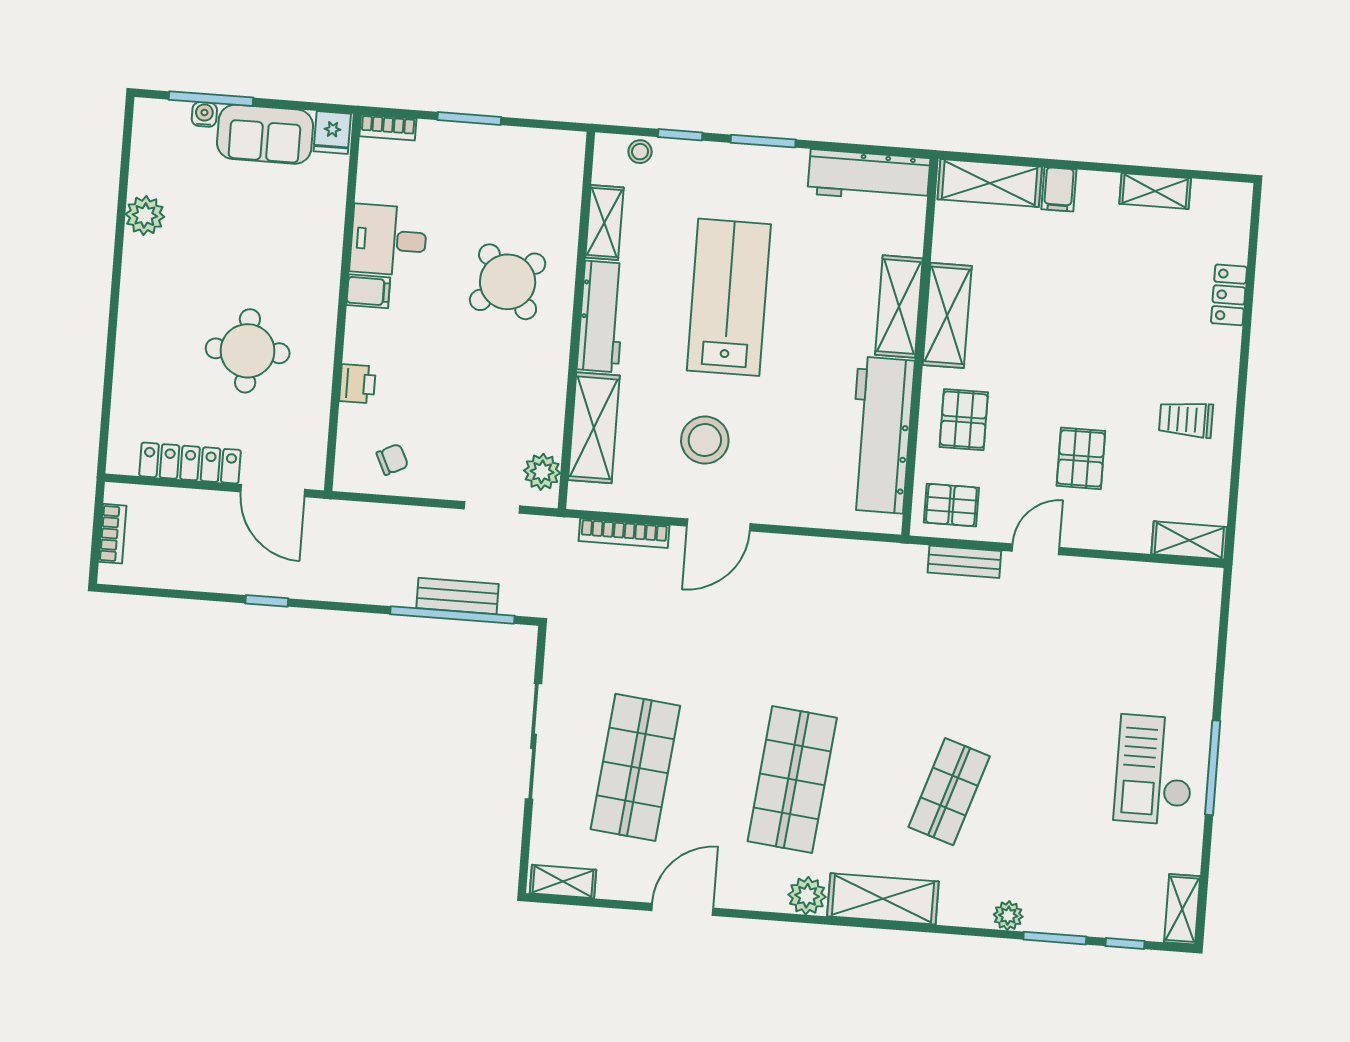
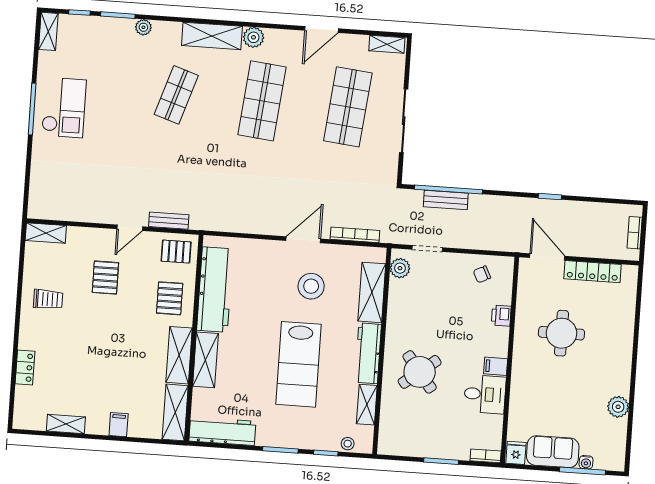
shelving: (990, 183) -> (175, 412), moved, turned 90

